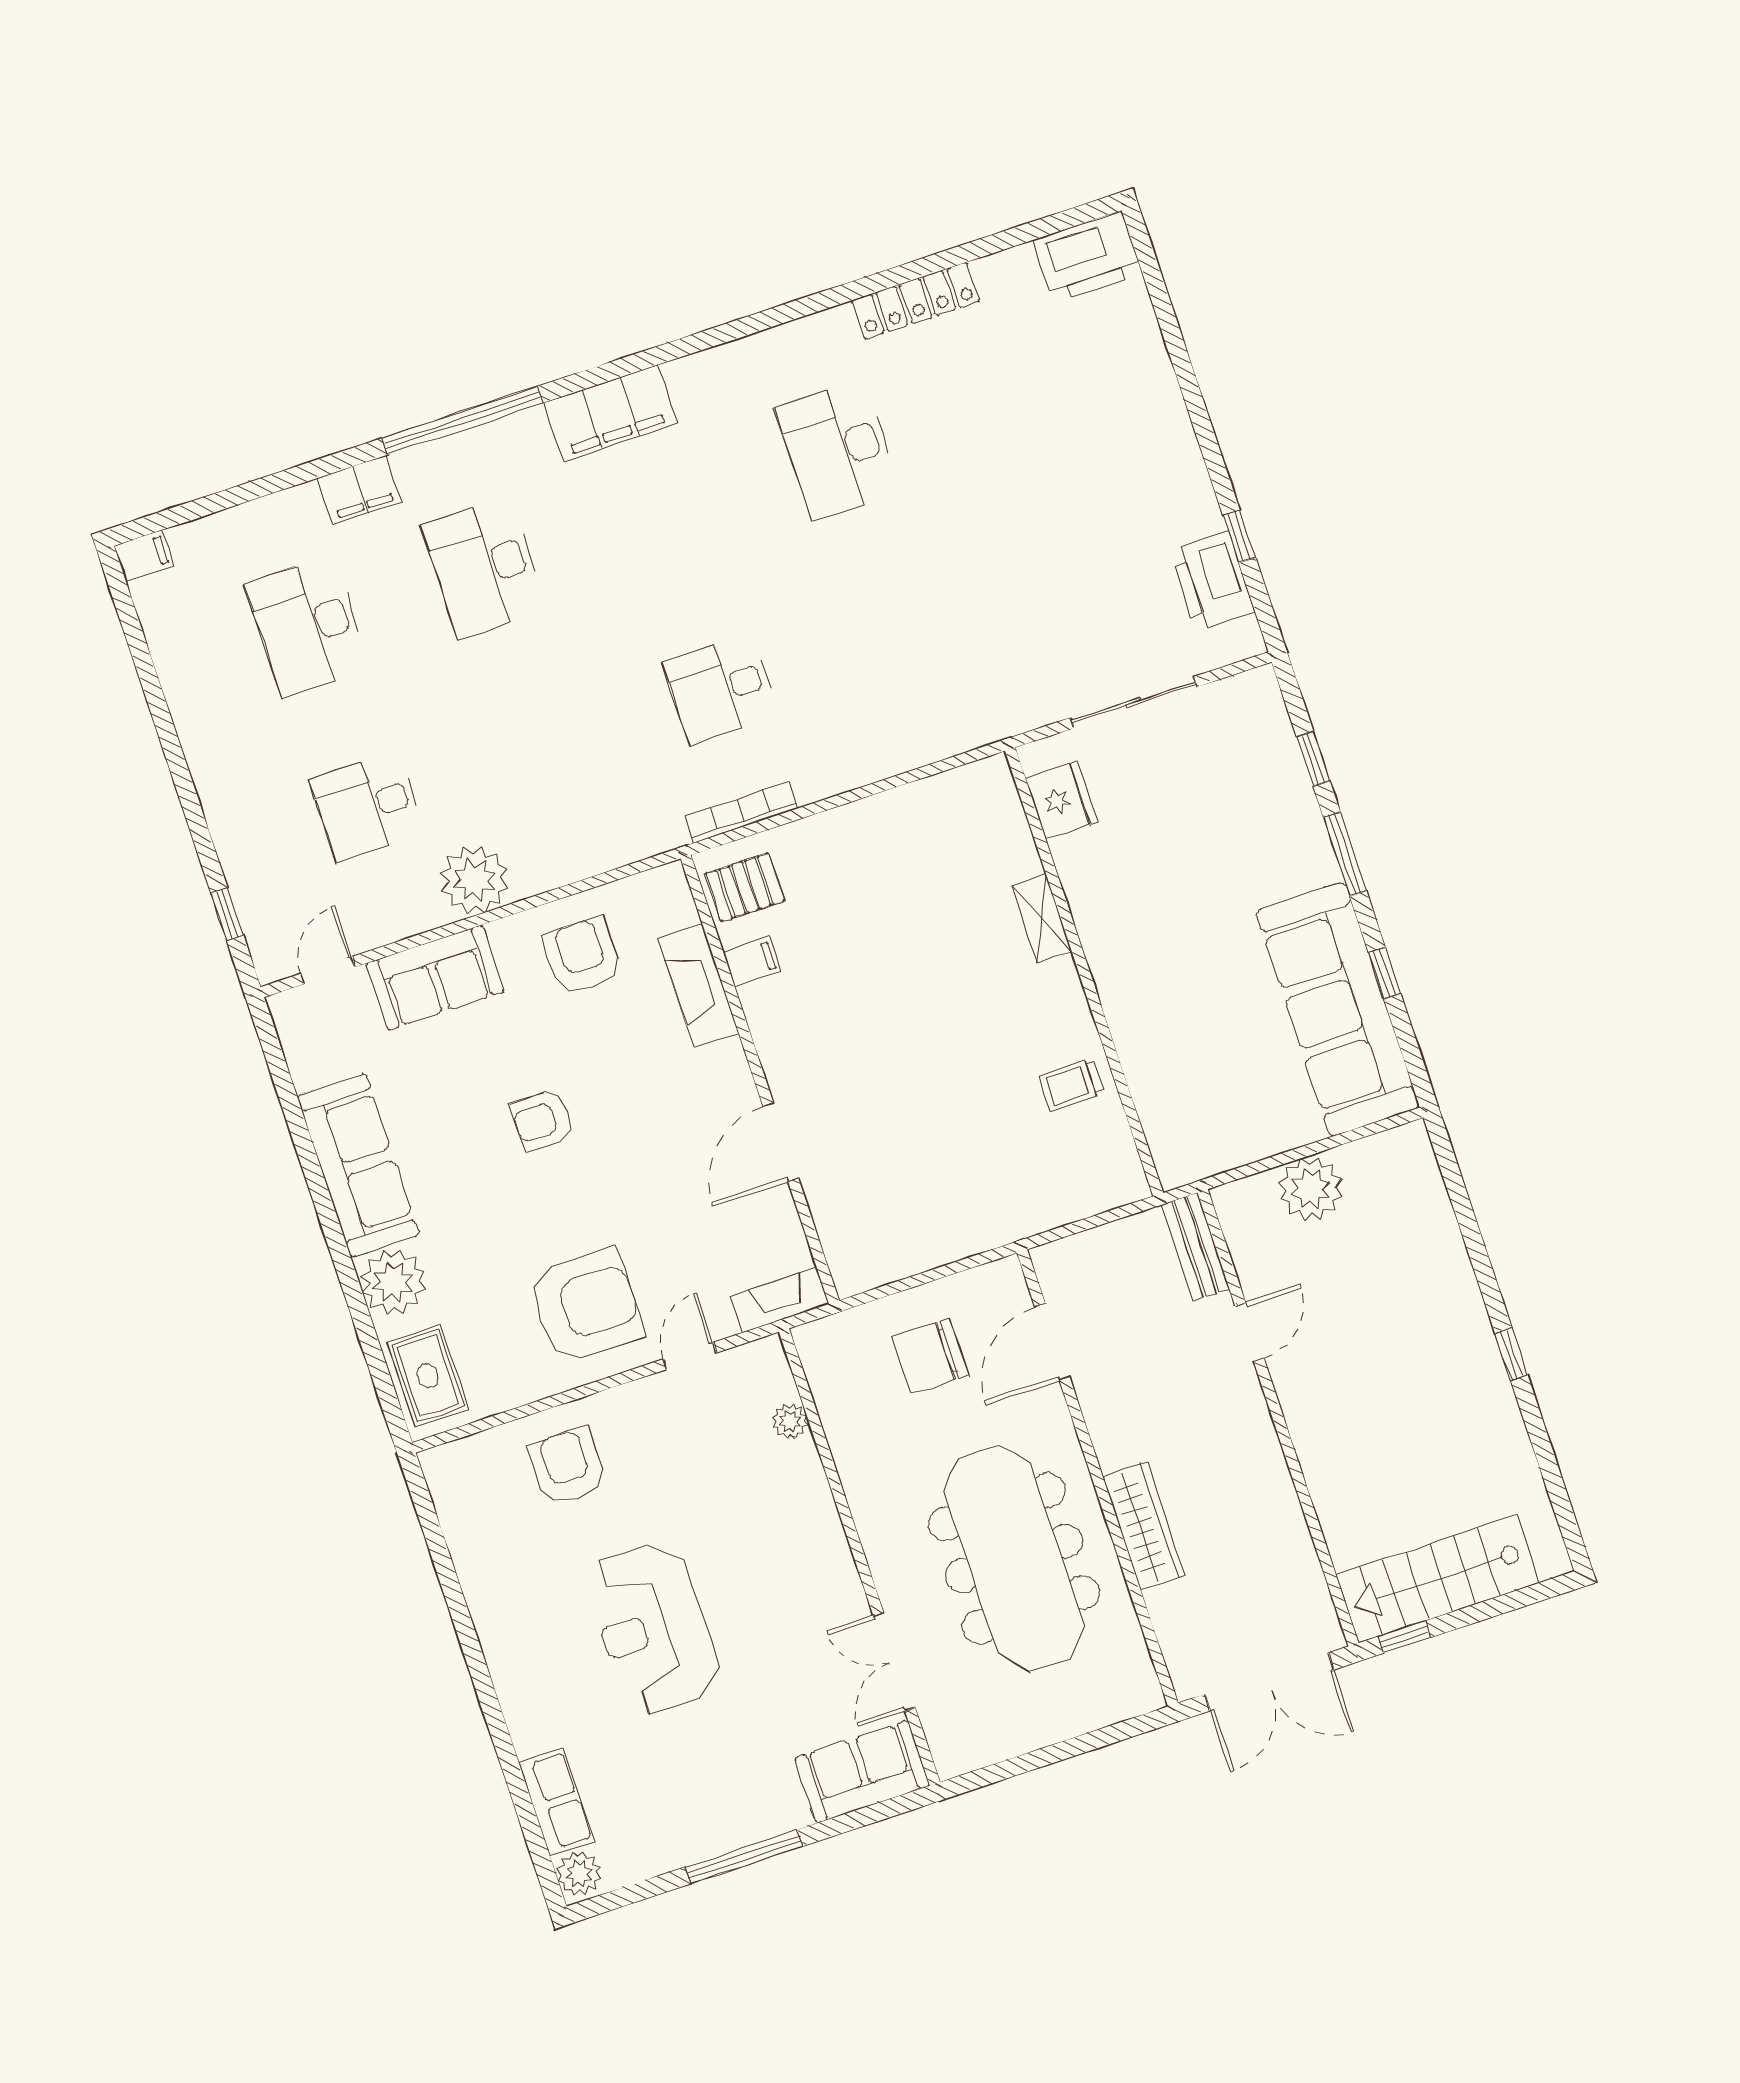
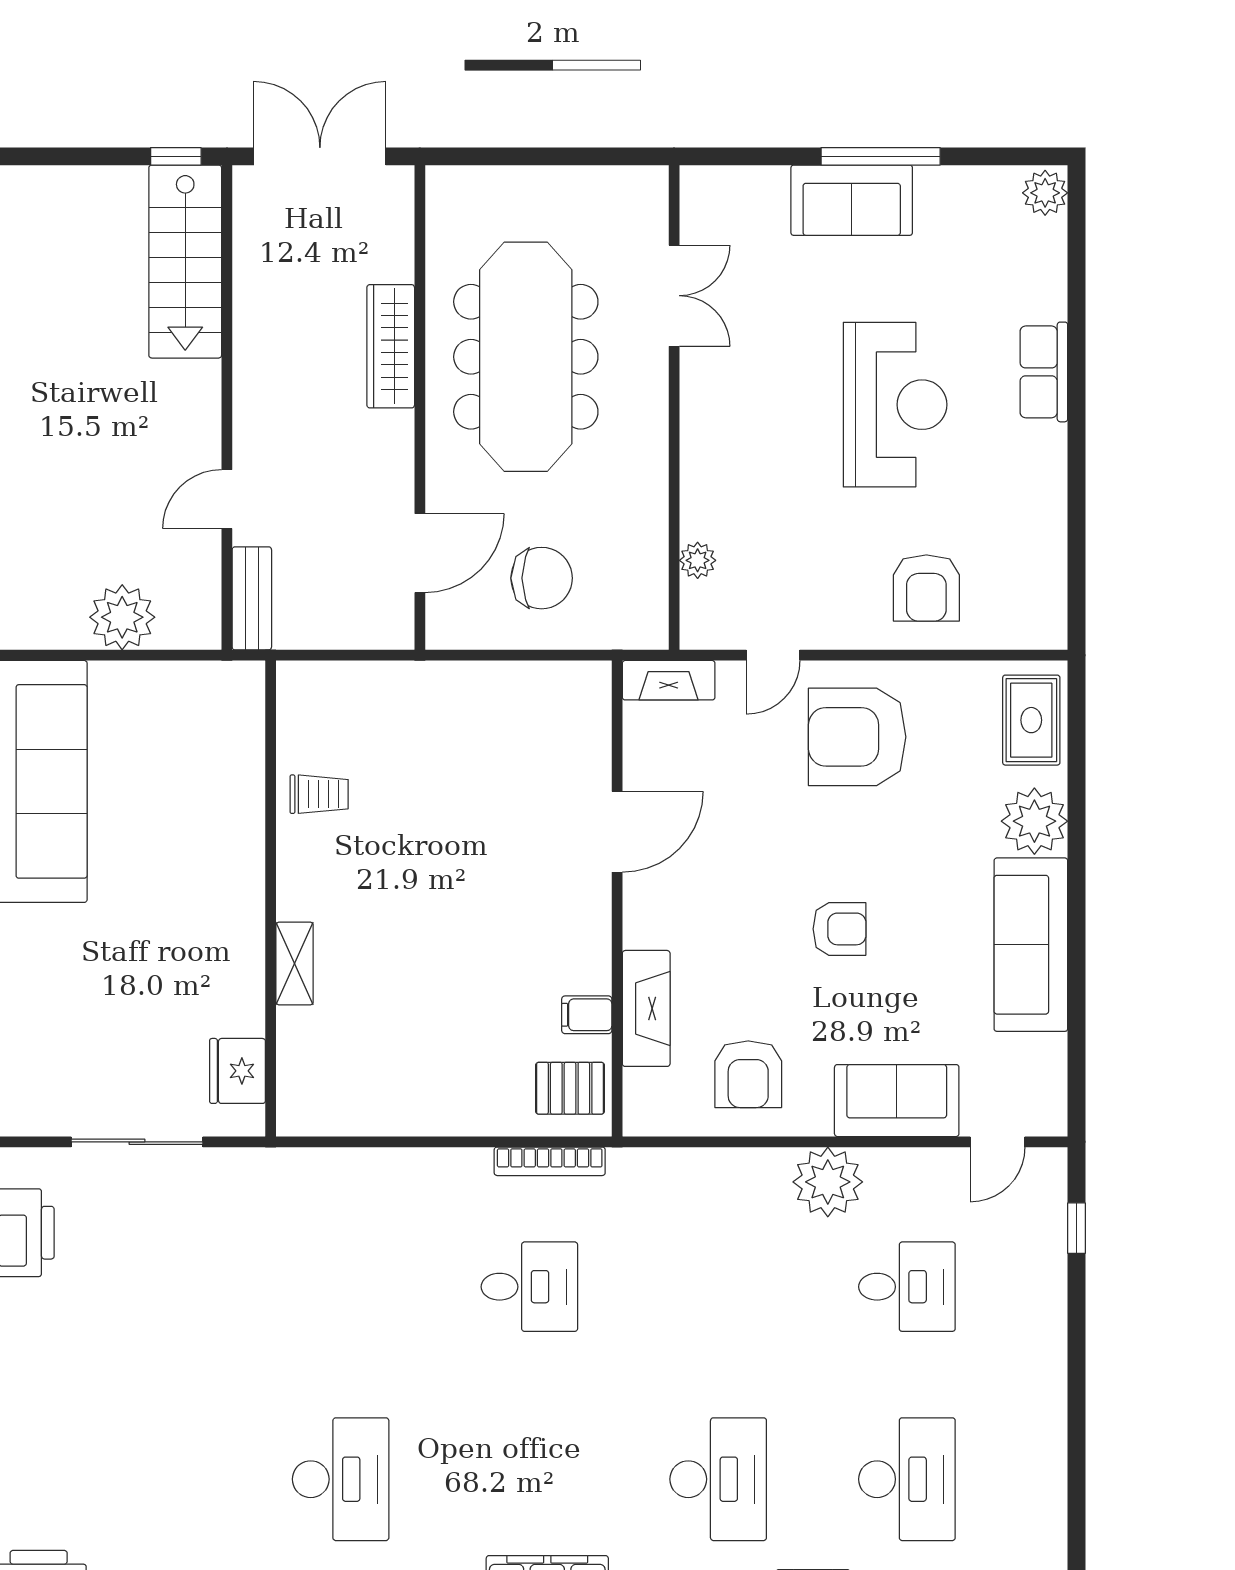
stairs: (1438, 1579) -> (185, 262), moved, turned 90
sofa: (862, 1772) -> (852, 200), moved
row of seats: (556, 1802) -> (1044, 372), moved

